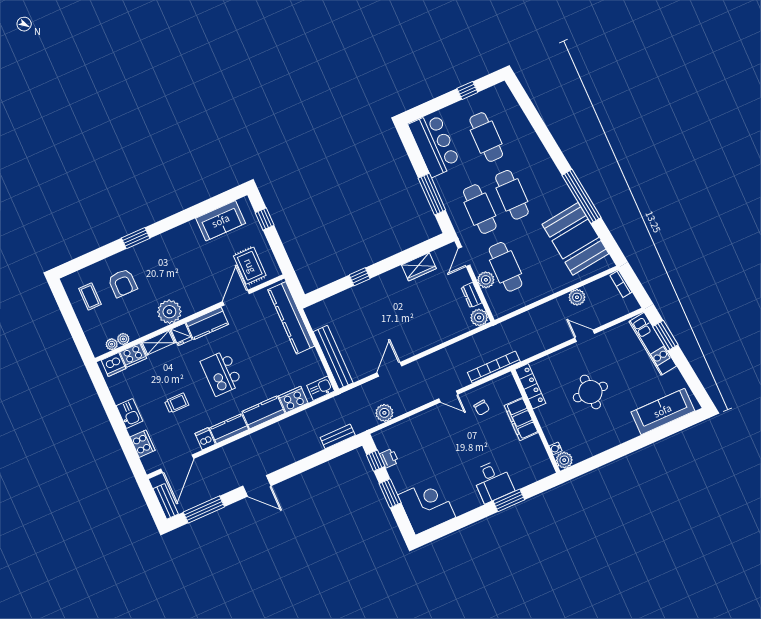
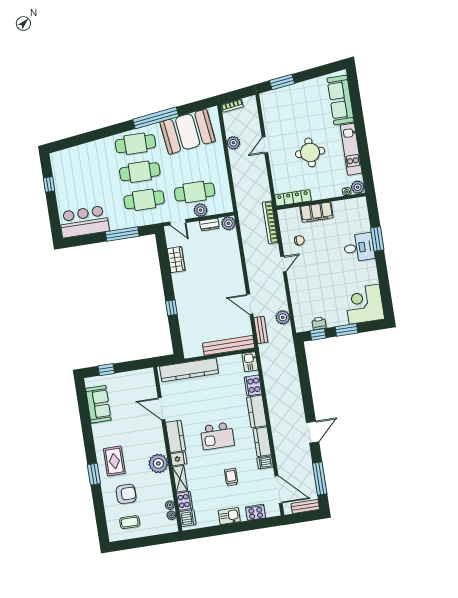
cafe table: (486, 137) -> (135, 144), moved
rug: (250, 266) -> (114, 461), moved, turned 90
kitchen unit: (653, 344) -> (351, 149), moved, turned 97
bench: (338, 436) -> (261, 330), moved

